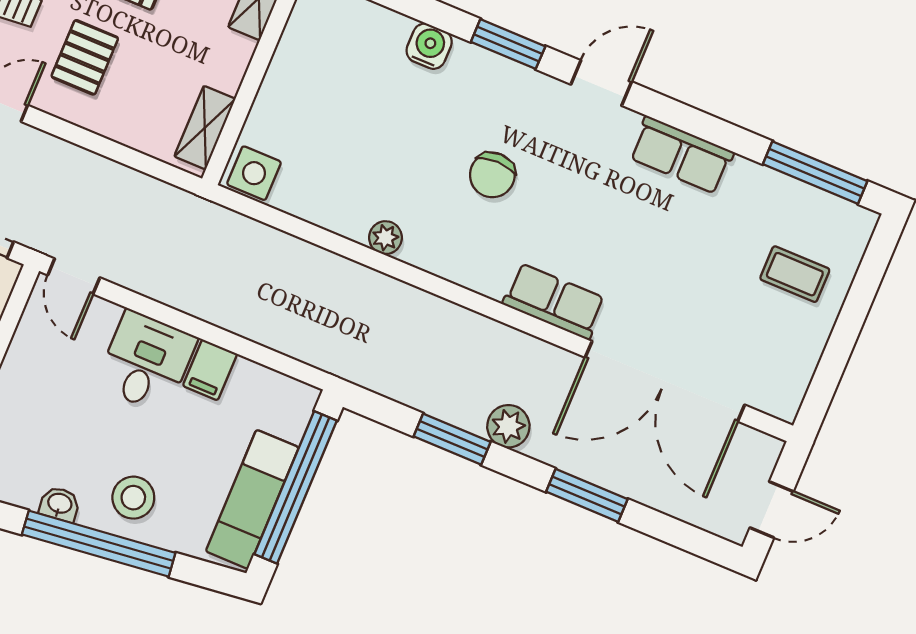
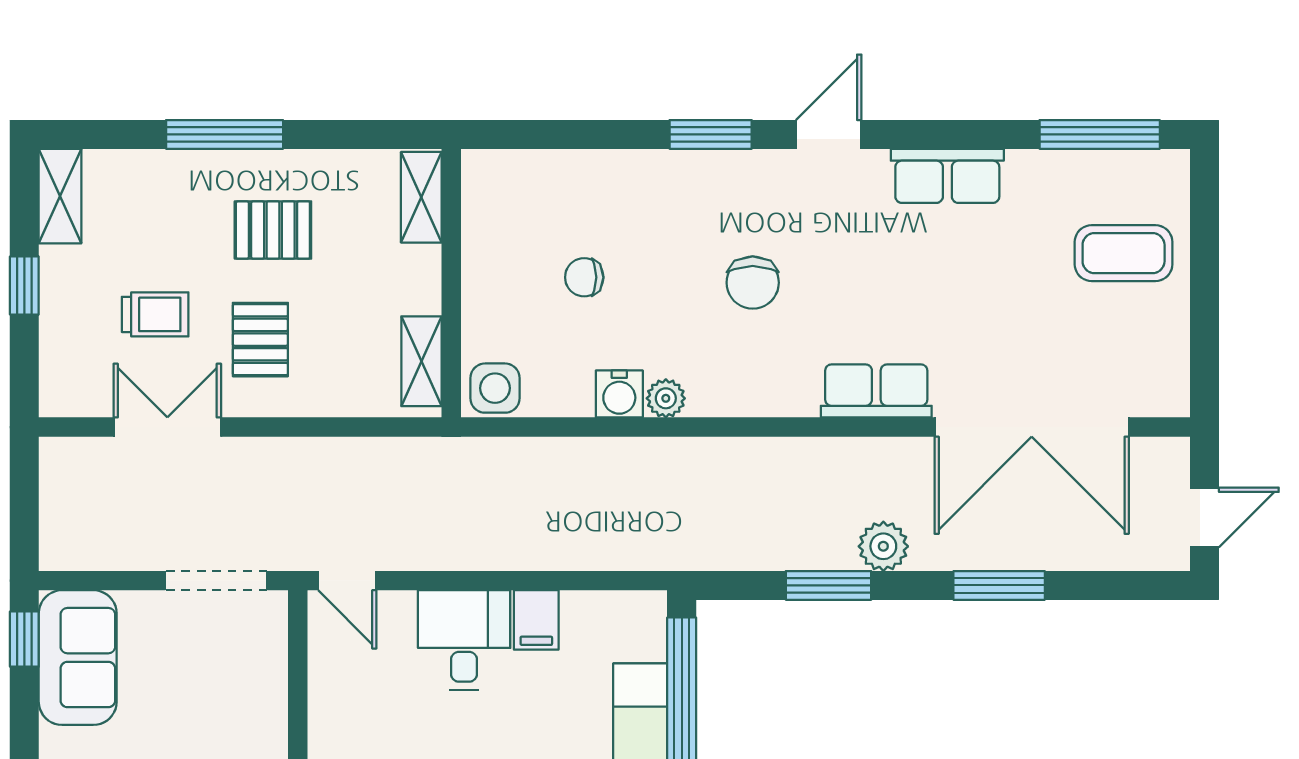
water cooler: (429, 46) -> (619, 394), moved, turned 180
chair: (361, 115) -> (584, 277), added
coffee table: (795, 274) -> (1124, 253), width x1.36, depth x1.30

